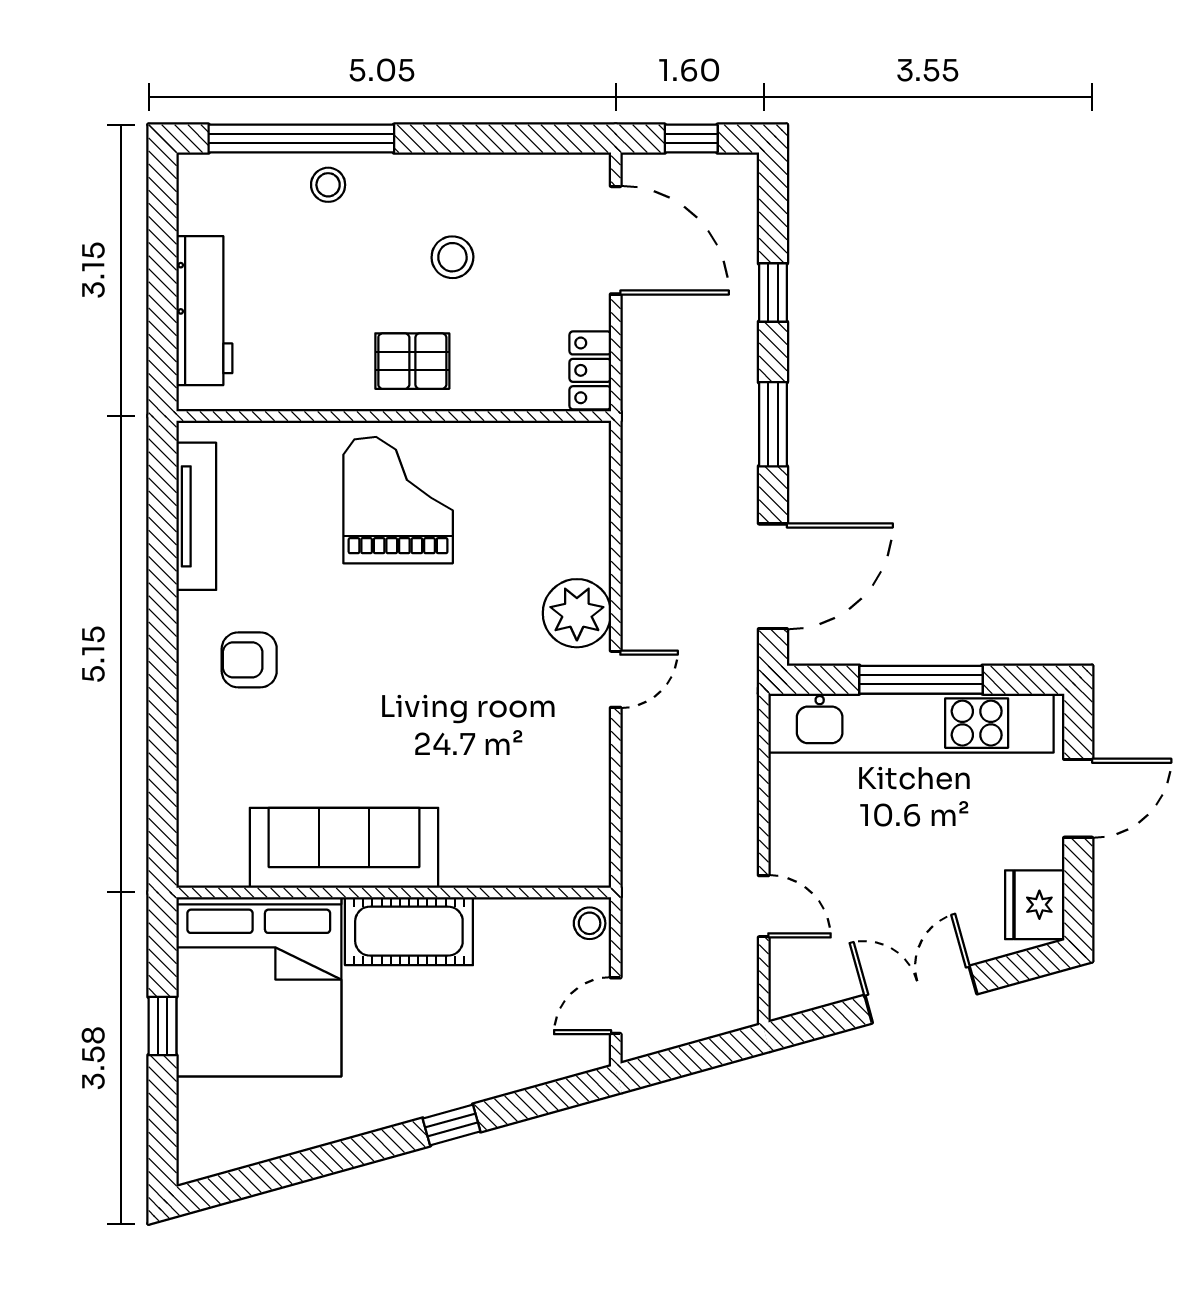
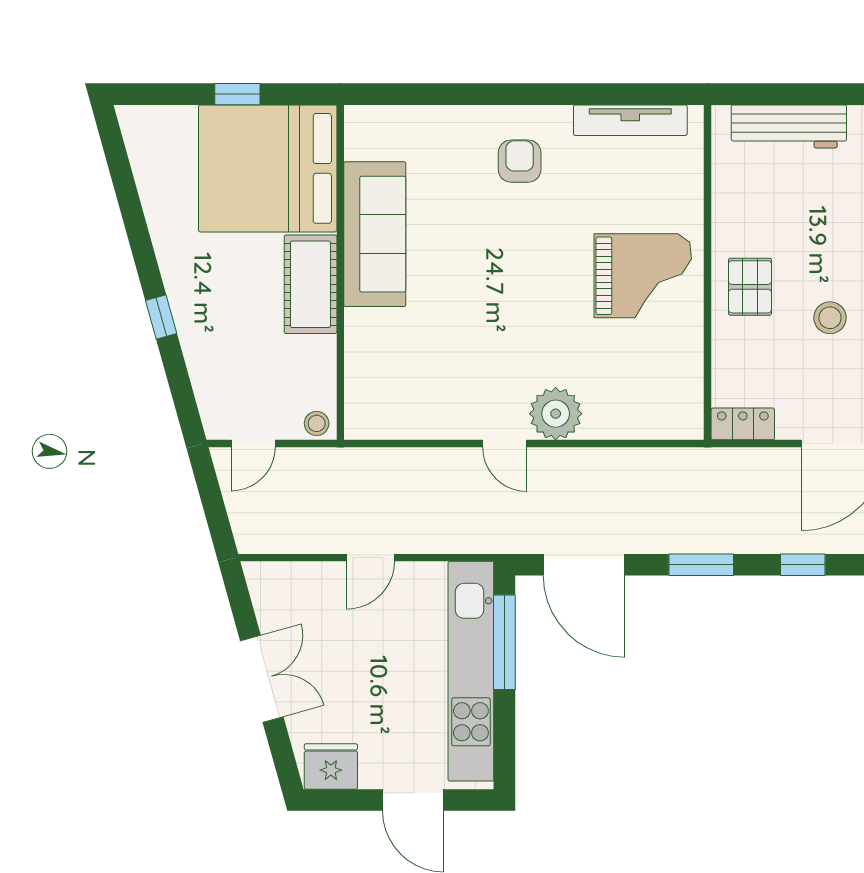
window: (921, 680) -> (504, 642), moved
door: (764, 906) -> (370, 558), moved
door: (616, 1006) -> (253, 444), swing flipped

